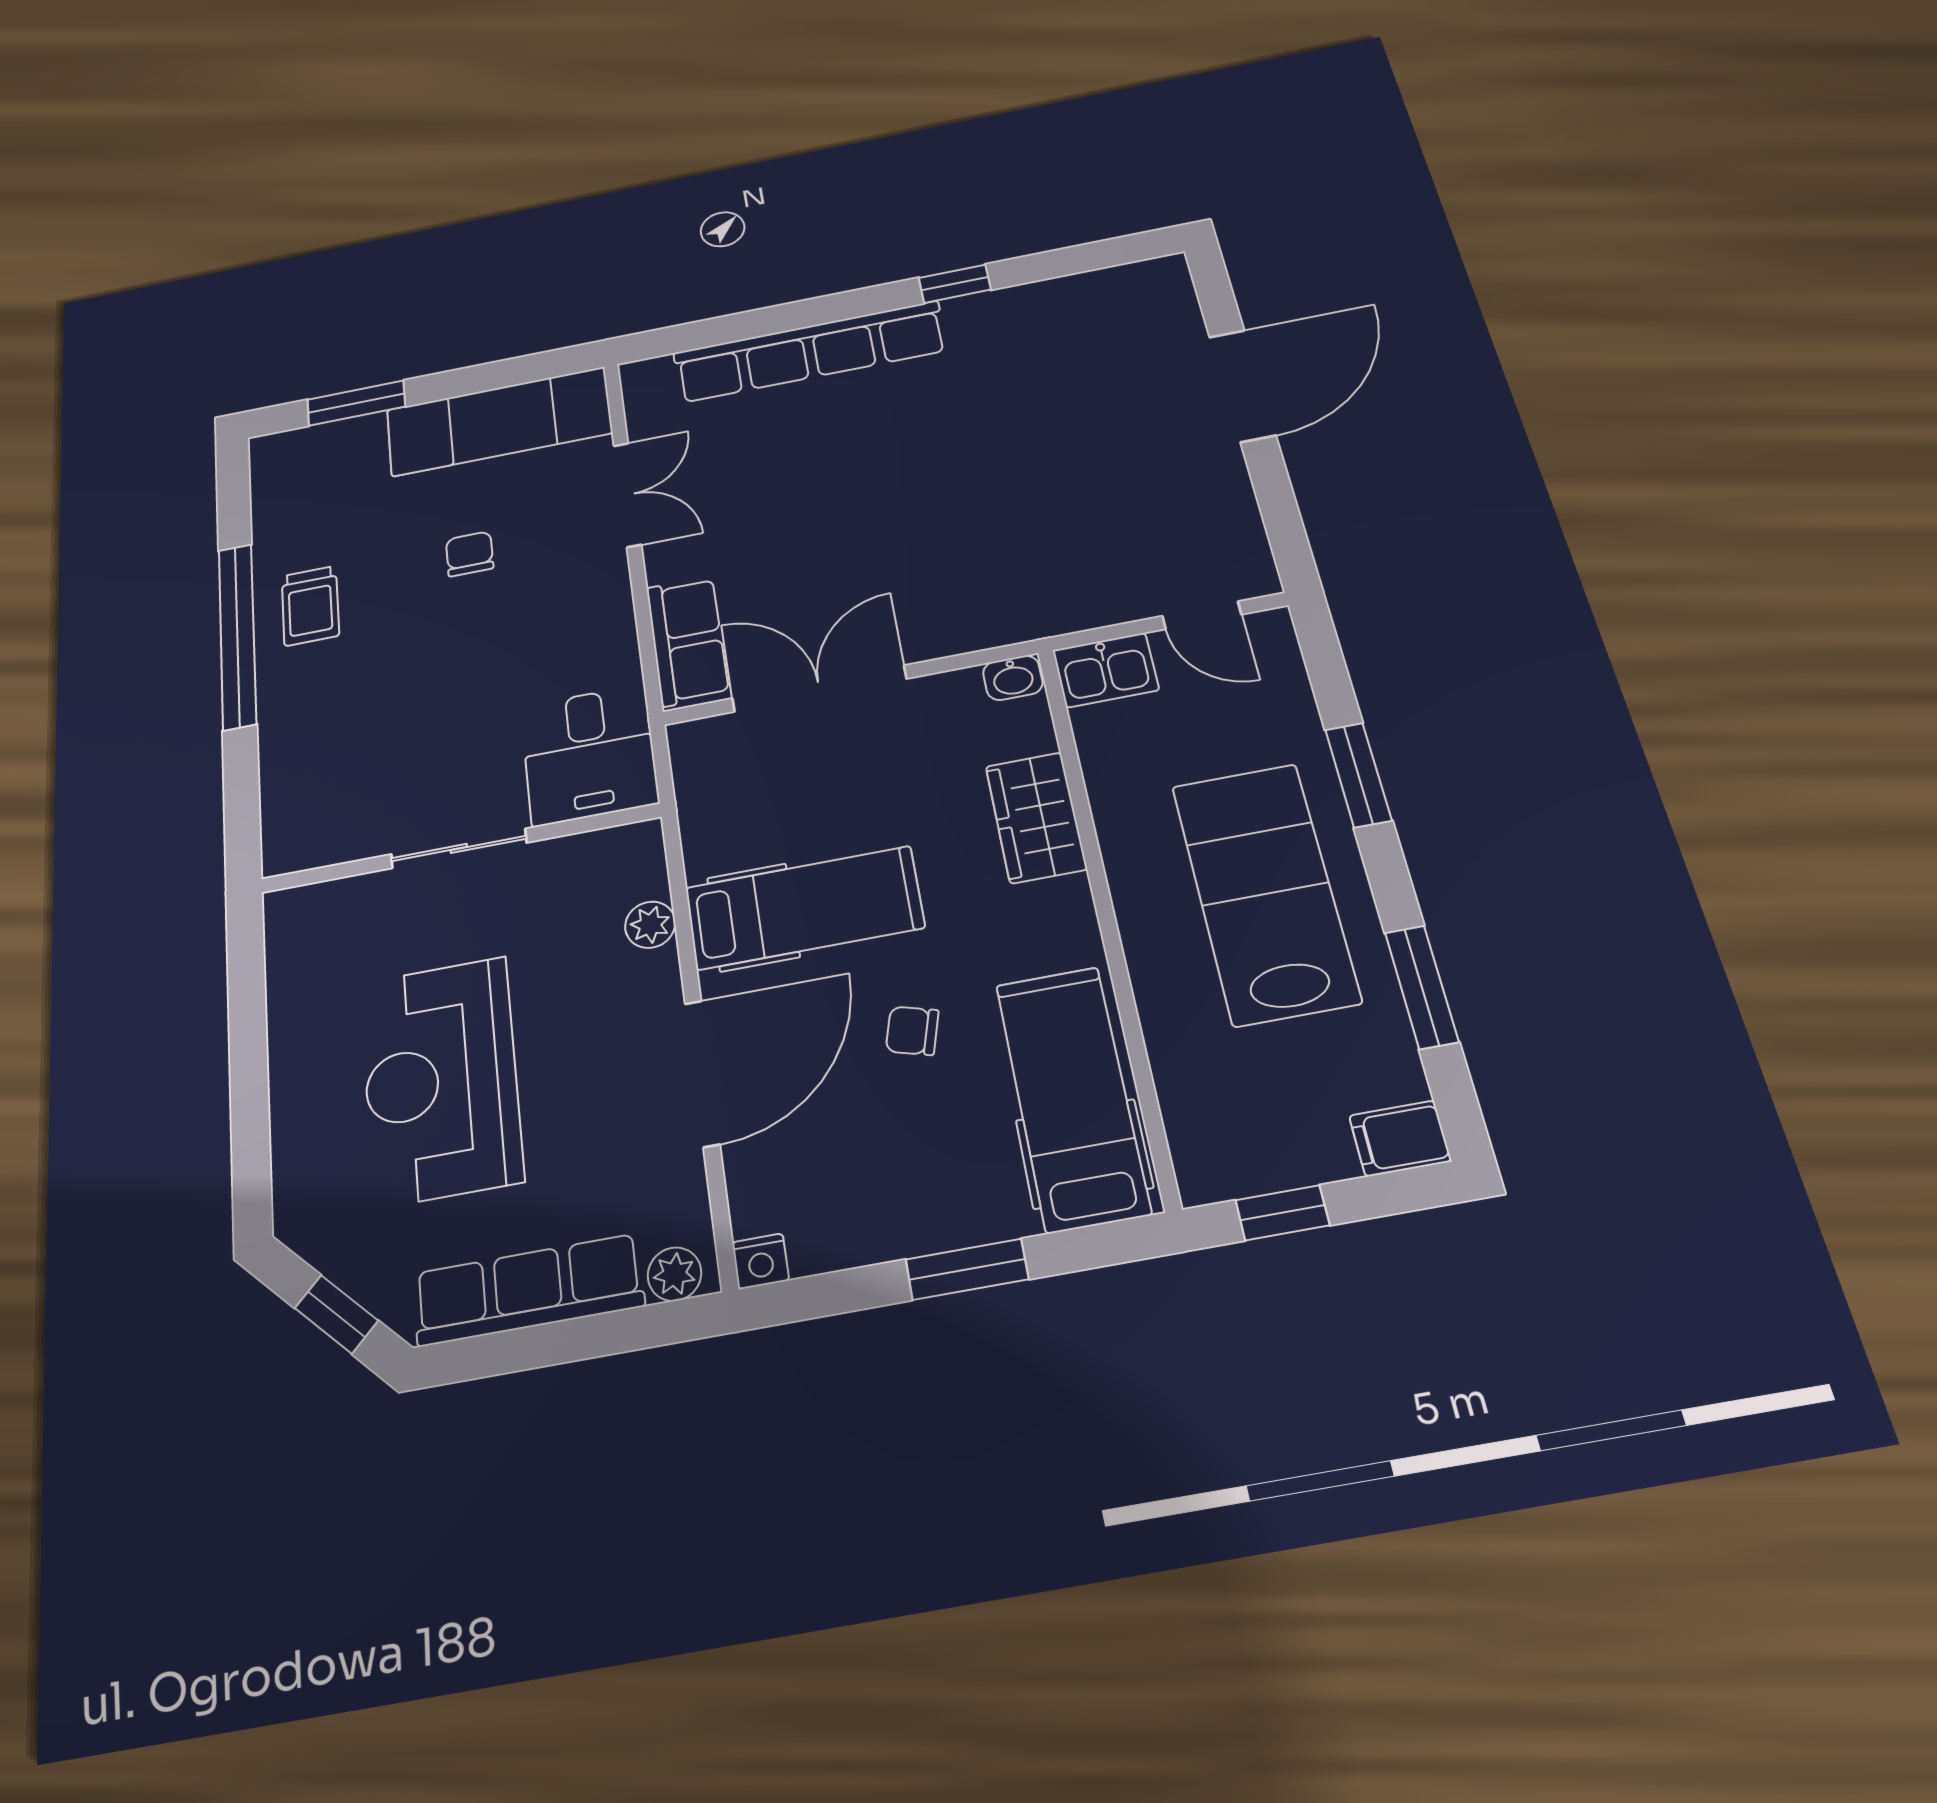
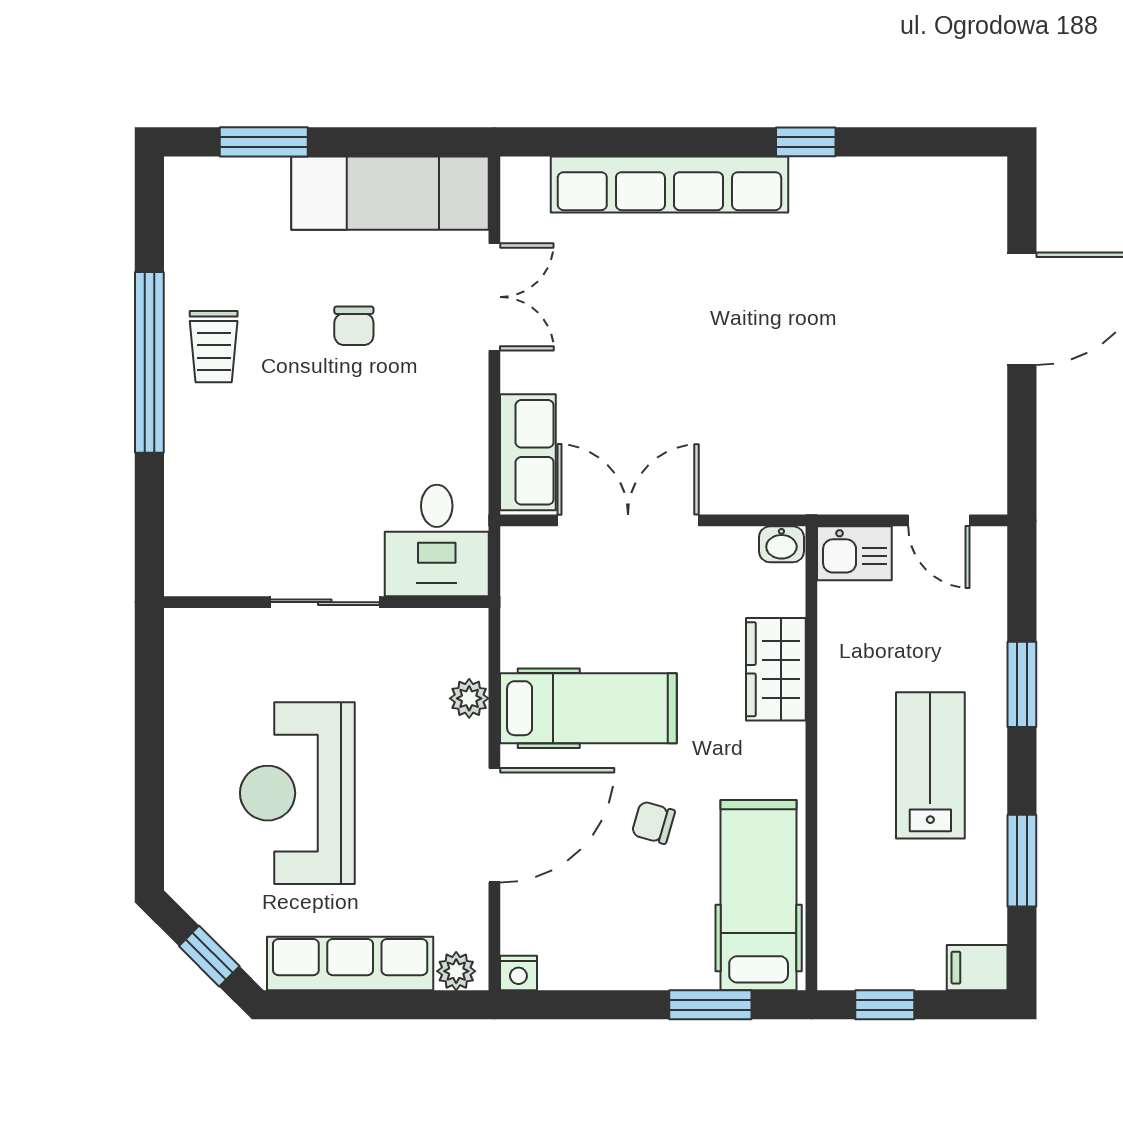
chair: (470, 554) -> (354, 326), turned 180
lab bench: (1265, 892) -> (930, 765), width x0.73, depth x0.72
window: (967, 1269) -> (710, 1005), moved

